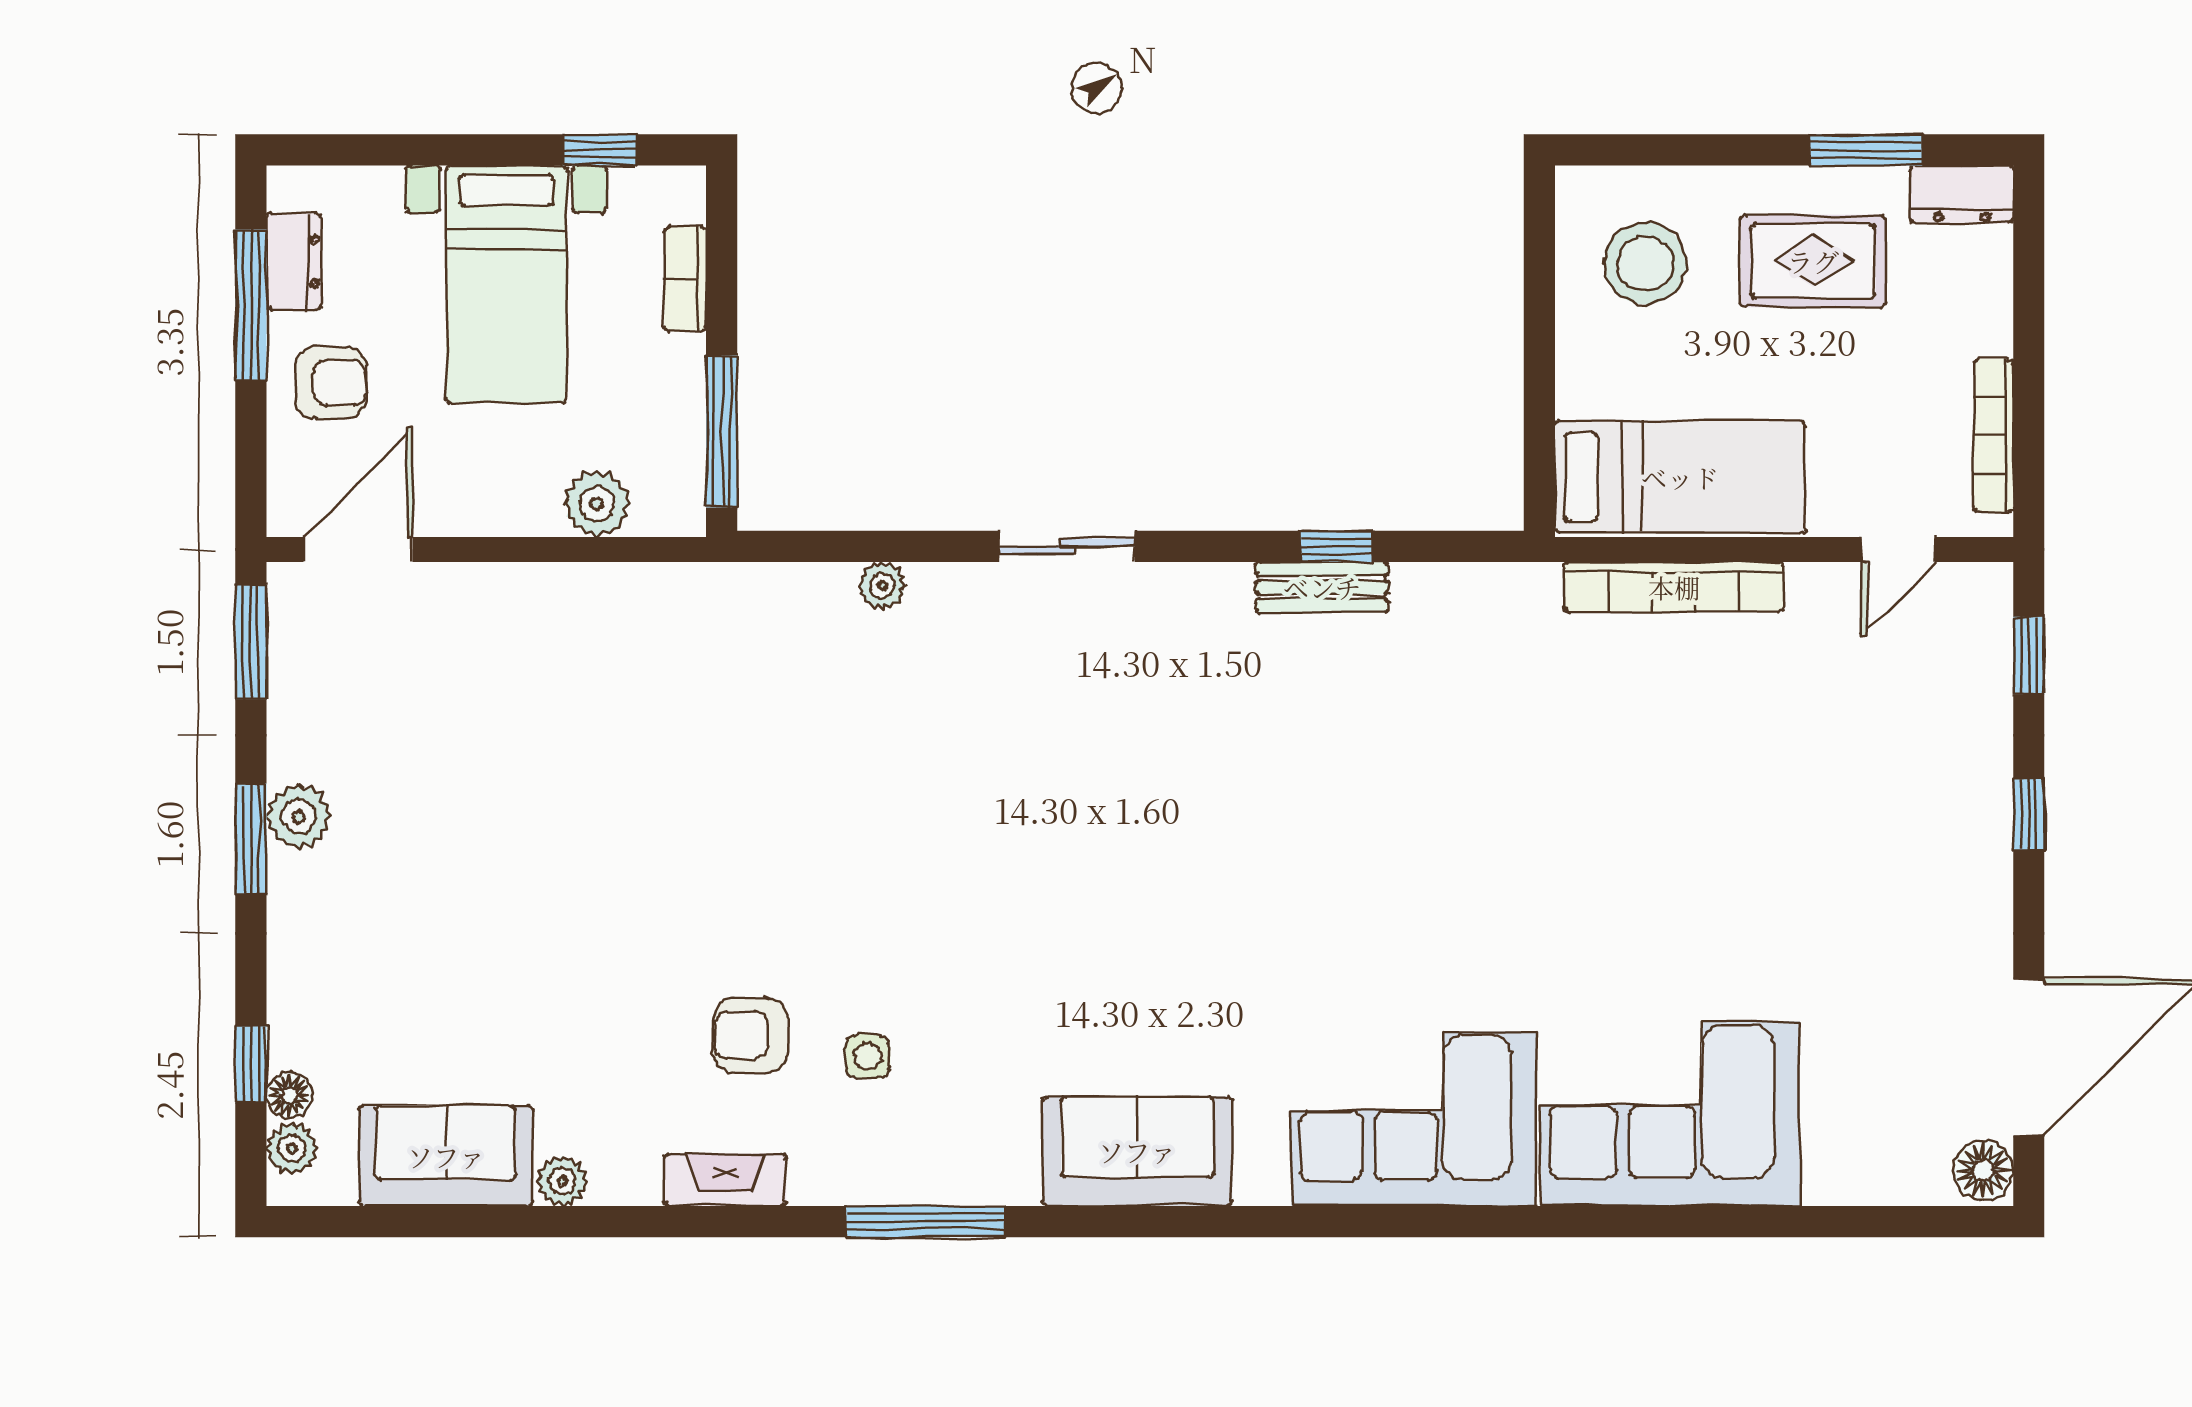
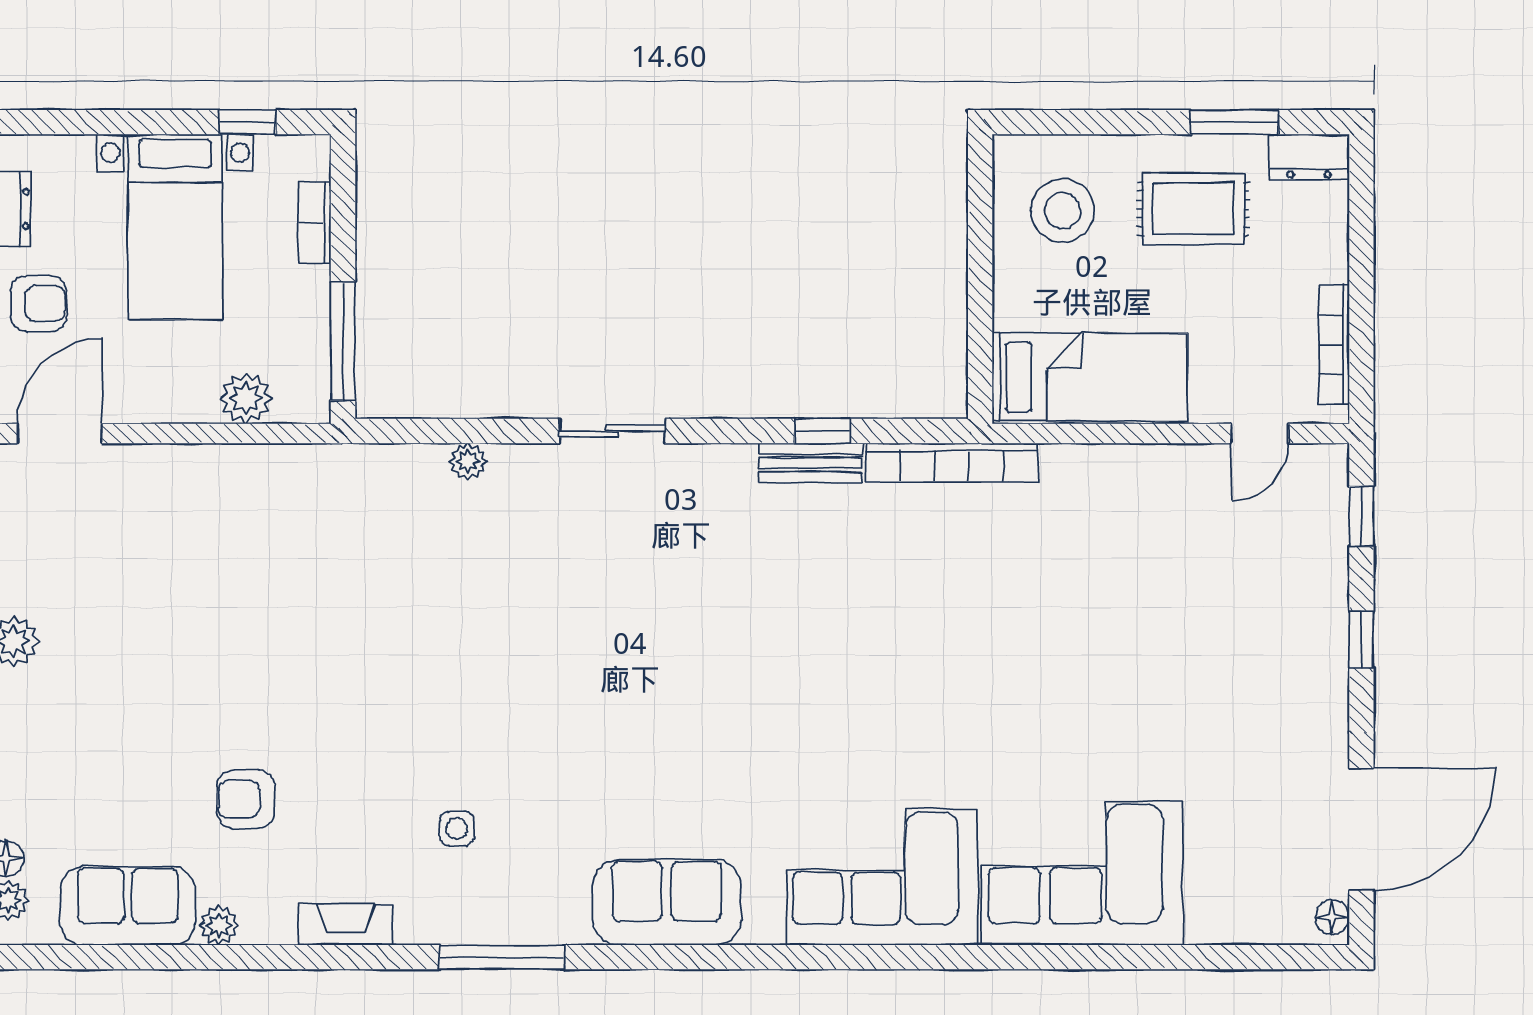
bookcase: (1674, 587) -> (952, 463), moved
armchair: (750, 1035) -> (246, 799), moved
floor lamp: (1983, 1170) -> (1332, 917), width x0.73, depth x0.73

